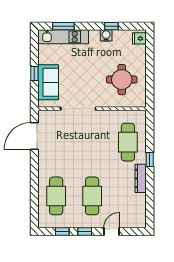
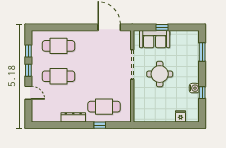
kitchen unit: (63, 37) -> (193, 52), removed
fridge: (139, 38) -> (180, 116), moved
round table: (122, 80) -> (160, 74), moved
window: (150, 160) -> (100, 125), moved

